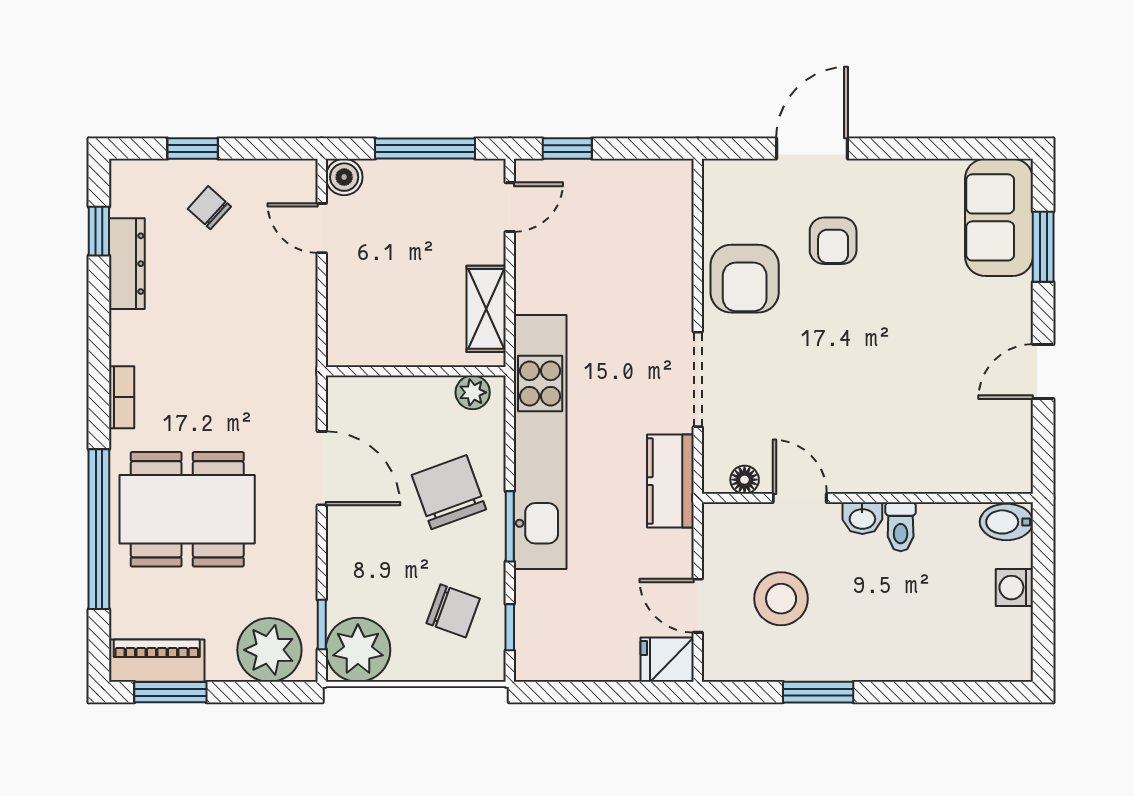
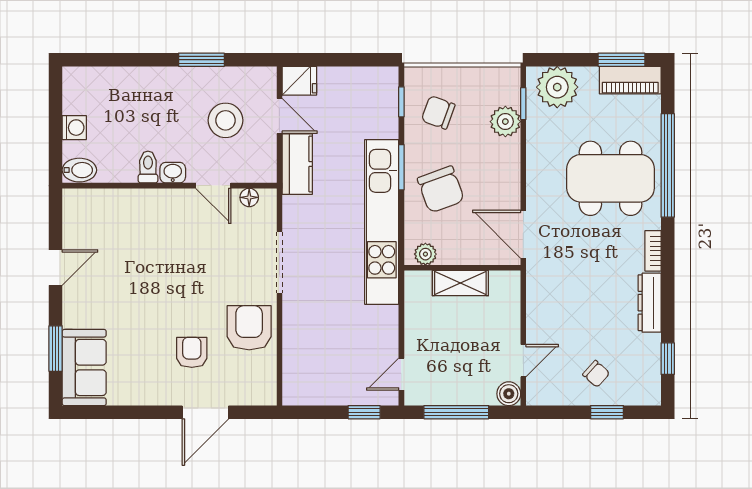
door: (322, 228) -> (523, 361), hinge flipped
dresser: (127, 264) -> (650, 303), moved
shelving: (486, 309) -> (460, 283), moved, turned 90
door: (322, 468) -> (523, 234), moved
kitchen counter: (670, 481) -> (297, 164), moved
plant: (358, 650) -> (505, 122), moved, width x0.73, depth x0.73

